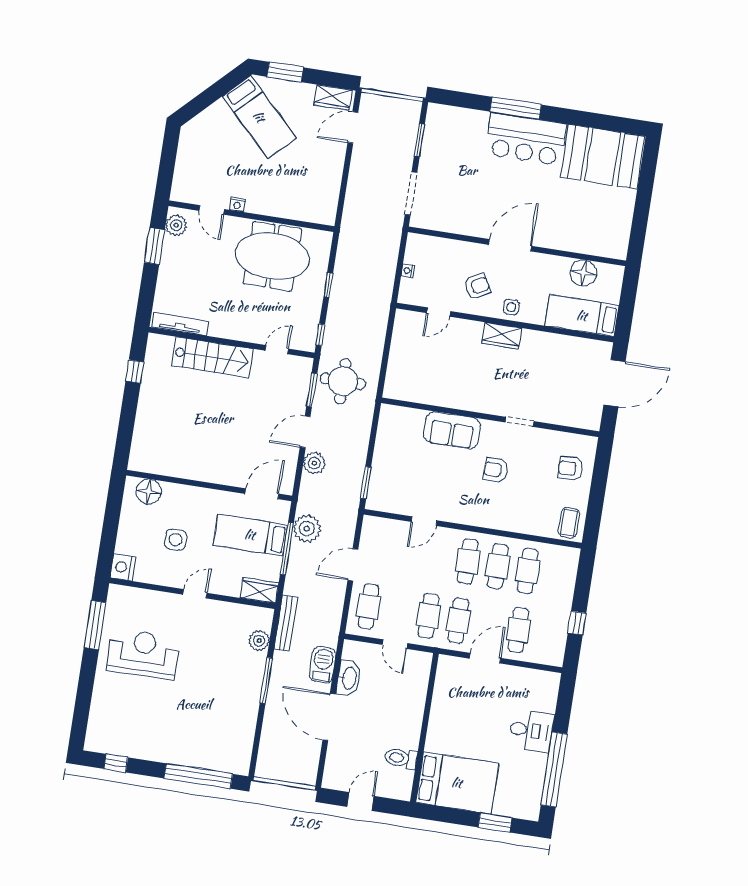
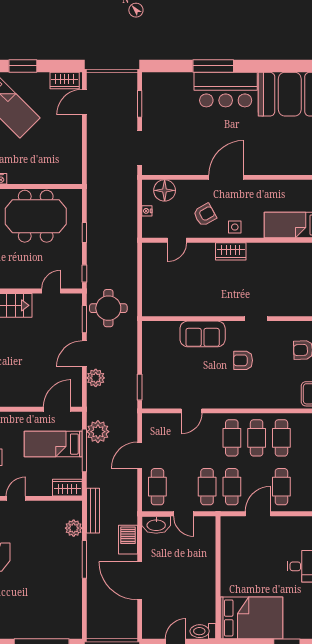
floor lamp: (583, 273) -> (165, 190), moved
washbasin: (349, 678) -> (156, 525), moved, turned 90
toilet: (401, 758) -> (203, 631), moved

